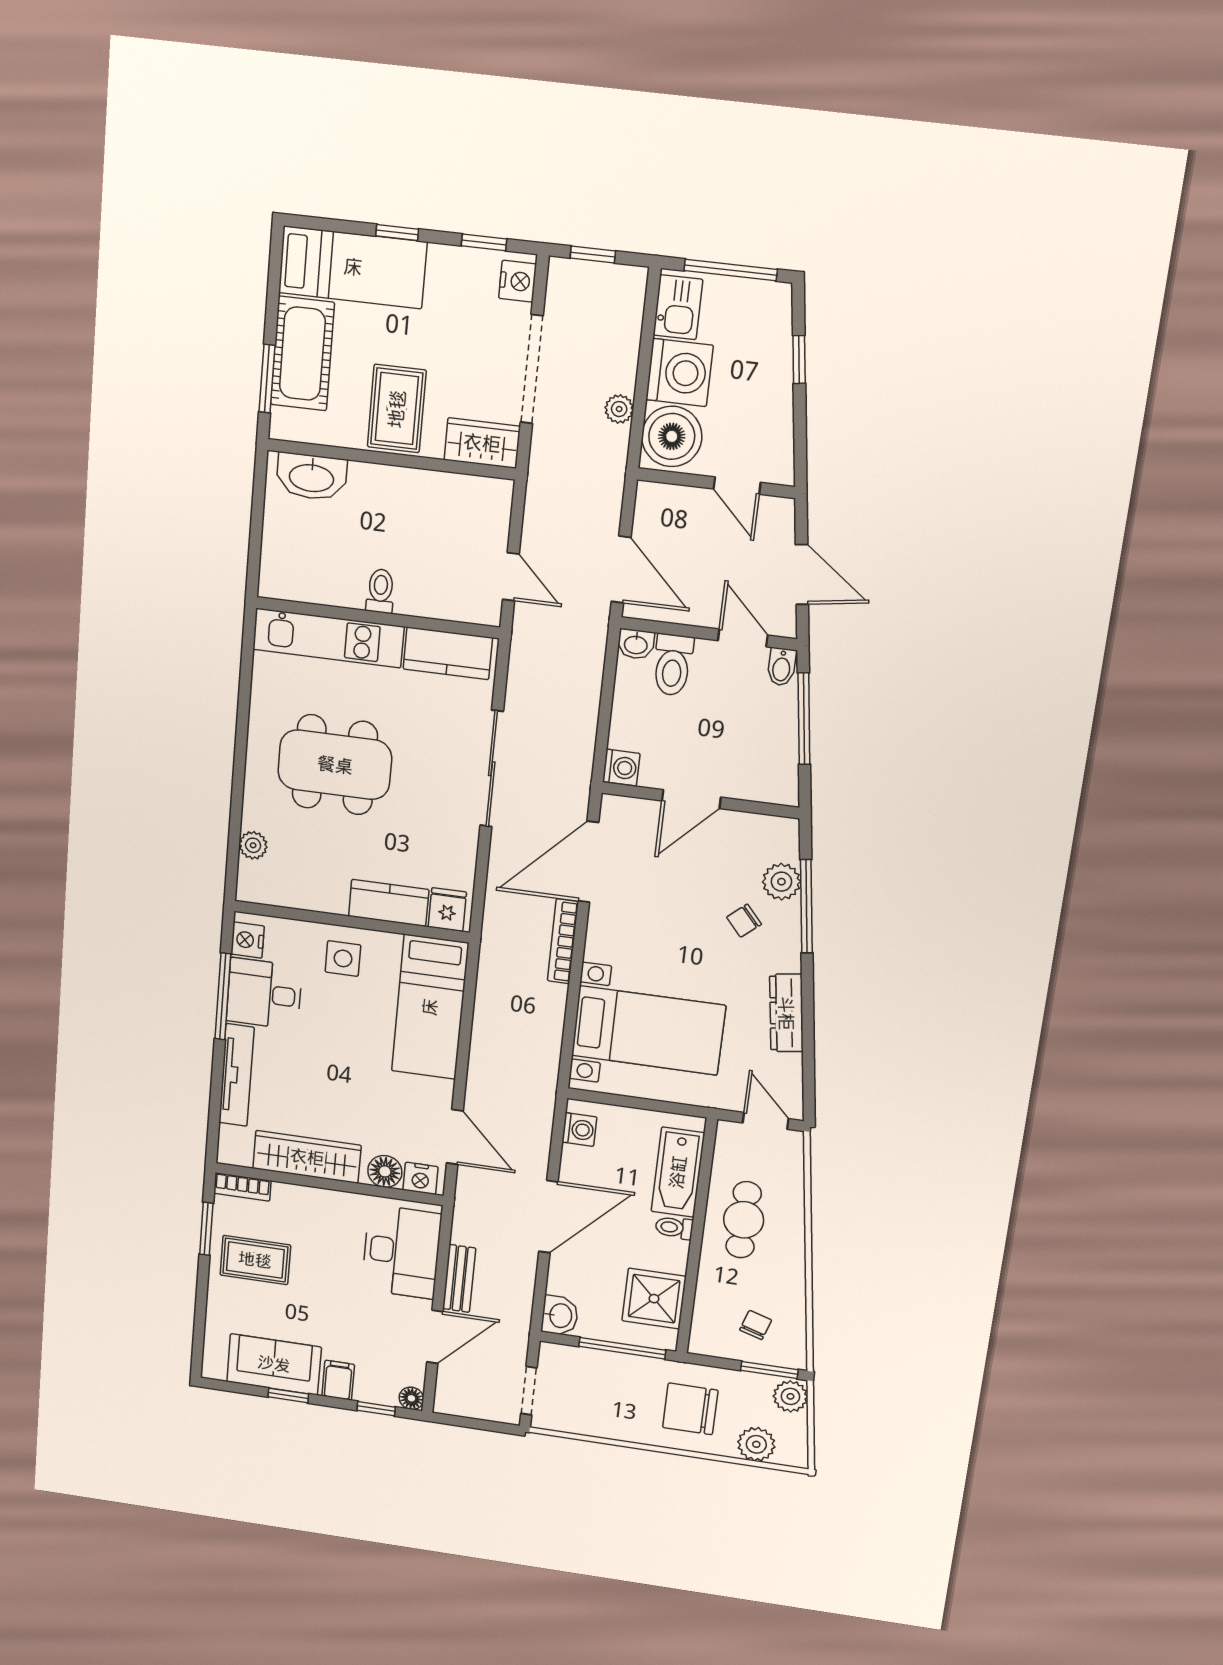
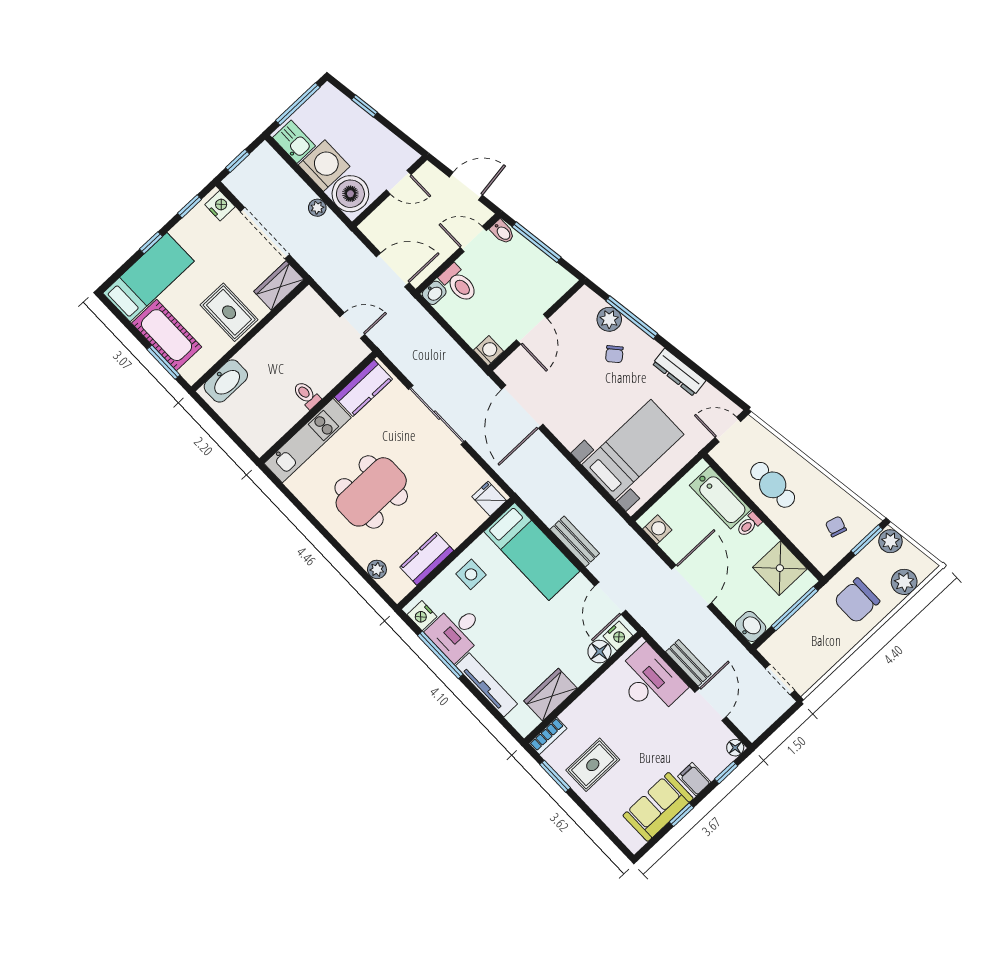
kitchen counter: (389, 903) -> (427, 559), moved
bookcase: (563, 941) -> (552, 454), removed
bench: (484, 1047) -> (575, 541), added
door: (455, 1137) -> (610, 598), swing flipped
wardrobe: (307, 1157) -> (550, 695), width x0.67

